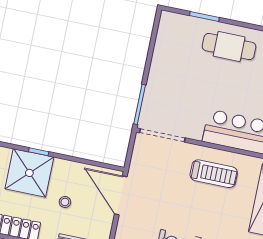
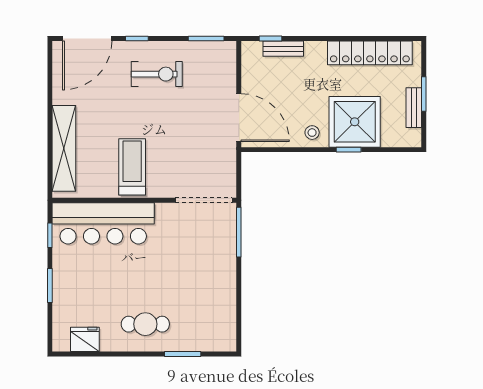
cafe table: (229, 47) -> (145, 324), width x0.73, depth x0.74
treadmill: (214, 174) -> (132, 167), turned 90
stool: (65, 202) -> (312, 133), moved

